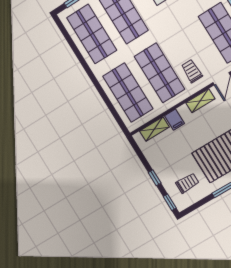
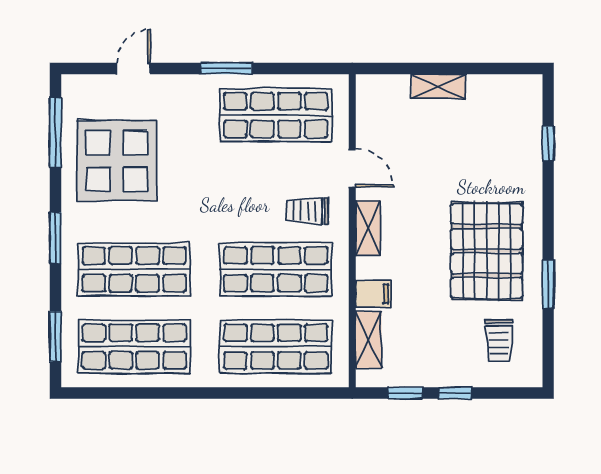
trolley: (187, 183) -> (499, 340), turned 180
window: (170, 202) -> (405, 393), moved

